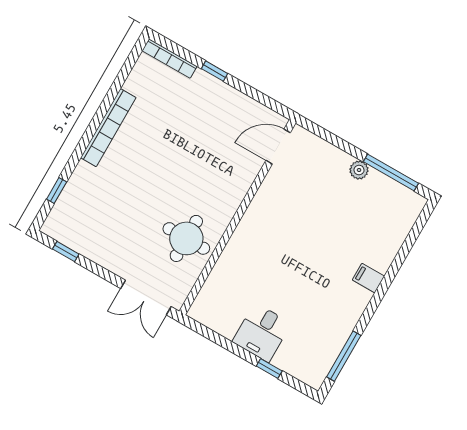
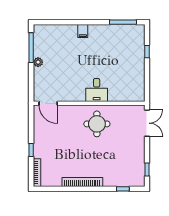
round table: (186, 238) -> (97, 124), moved
desk: (262, 332) -> (97, 90), moved, turned 90

